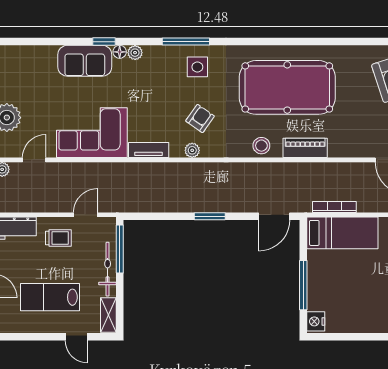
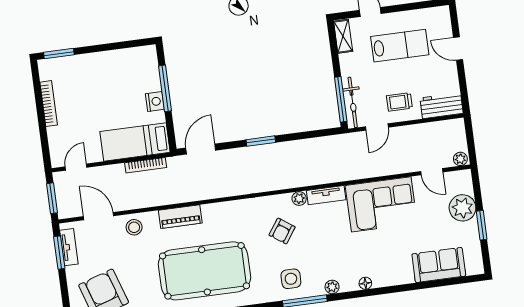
window: (104, 42) -> (381, 291), removed
plant: (135, 53) -> (332, 287), moved
sofa: (85, 61) -> (439, 265), moved
stool: (261, 146) -> (134, 227), moved
plant: (192, 150) -> (299, 199), moved
door: (34, 160) -> (432, 172), hinge flipped
bicycle: (108, 269) -> (353, 102), moved
nightstand: (316, 321) -> (155, 101), moved

